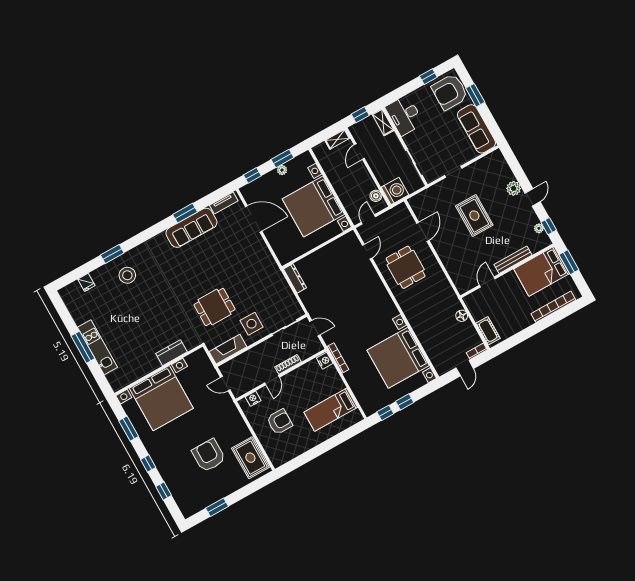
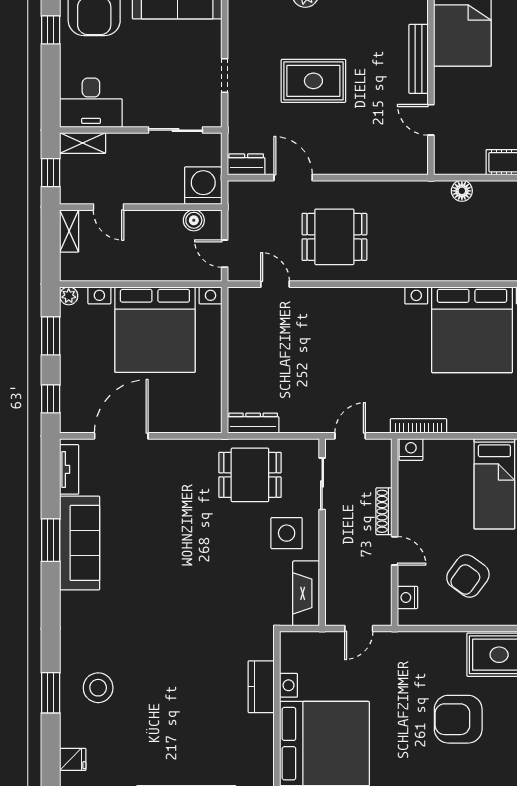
plant: (282, 170) -> (69, 296), moved
dresser: (417, 206) -> (246, 164), added
dining table: (214, 307) -> (250, 475), moved, turned 90
armchair: (280, 422) -> (468, 576), turned -144

